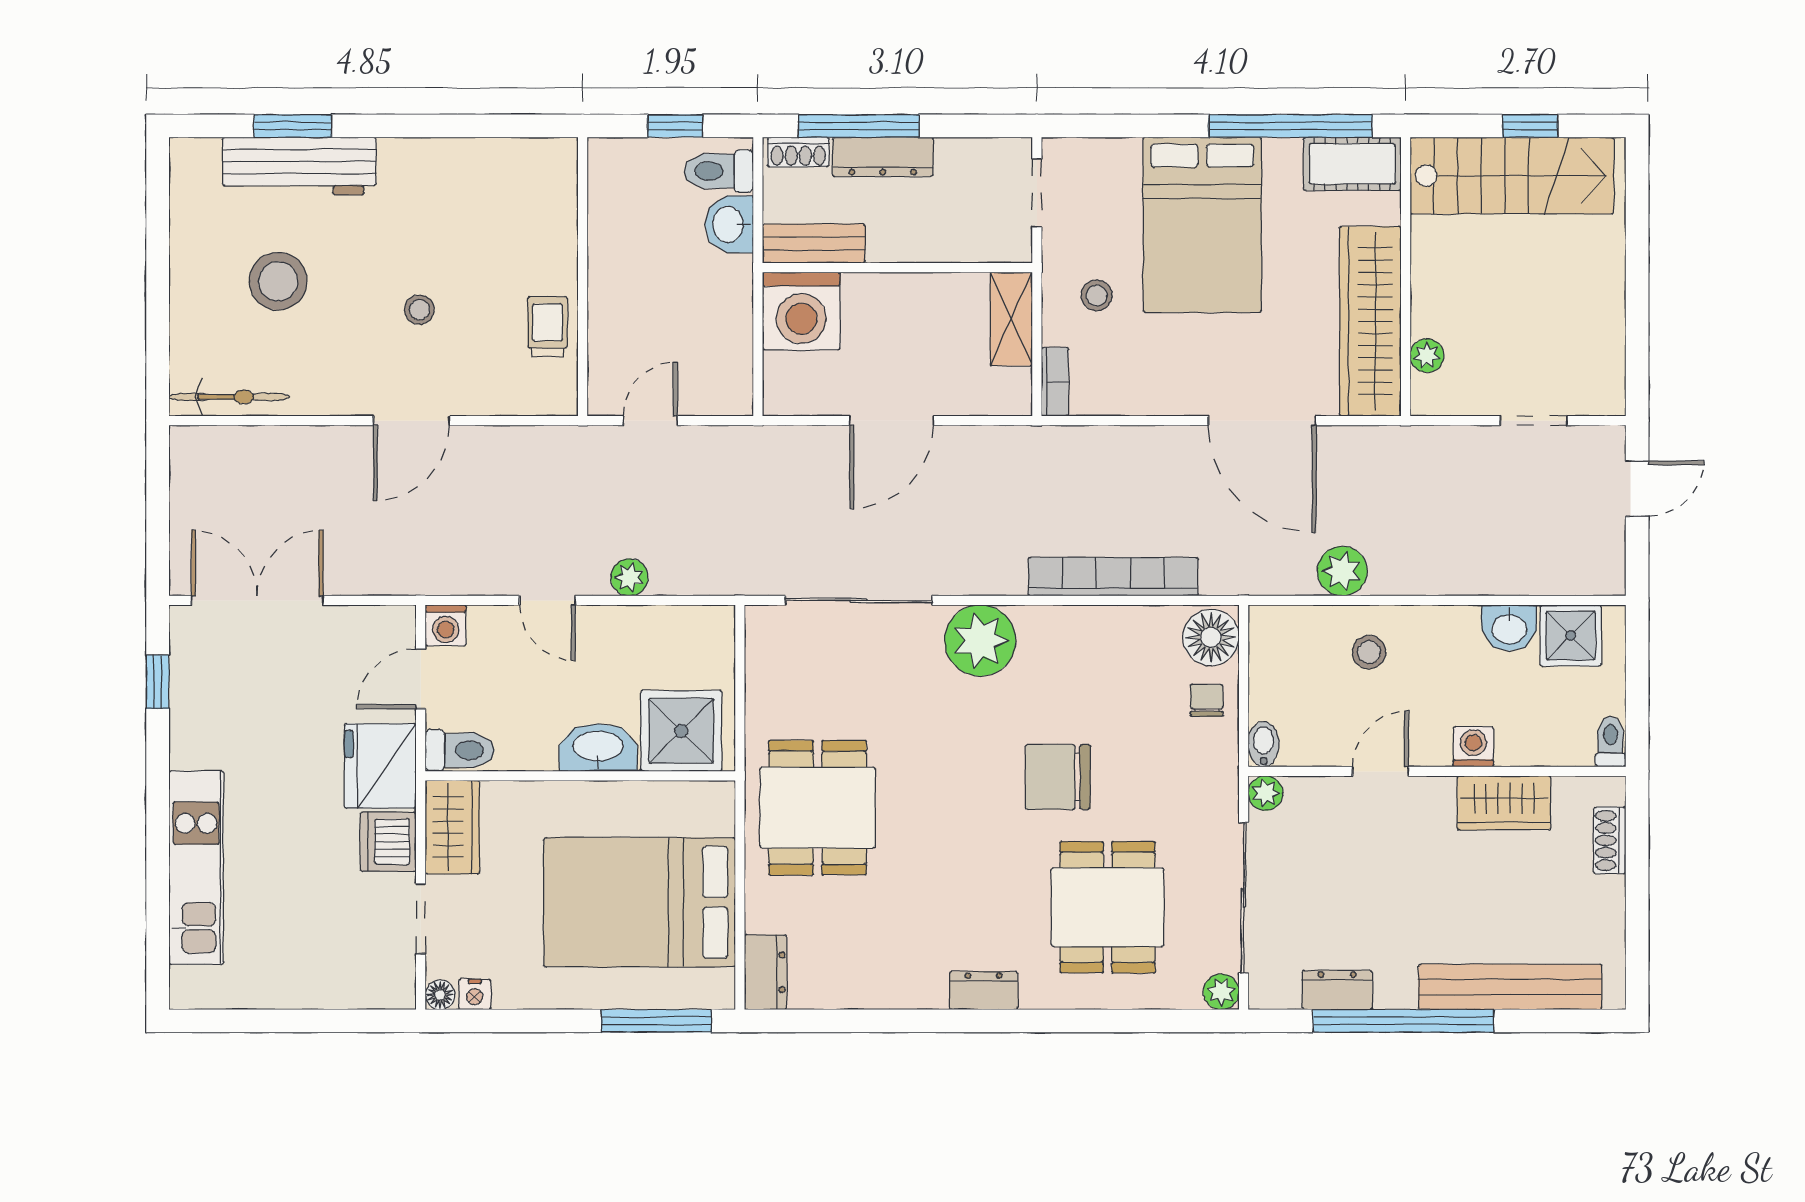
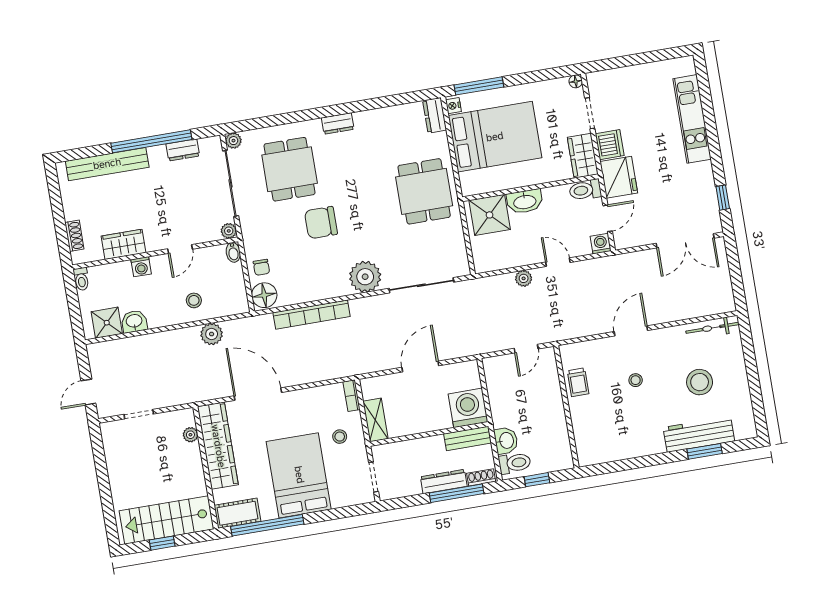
chair: (1058, 777) -> (321, 223), turned 180
nightstand: (475, 994) -> (453, 106), moved, turned -90

